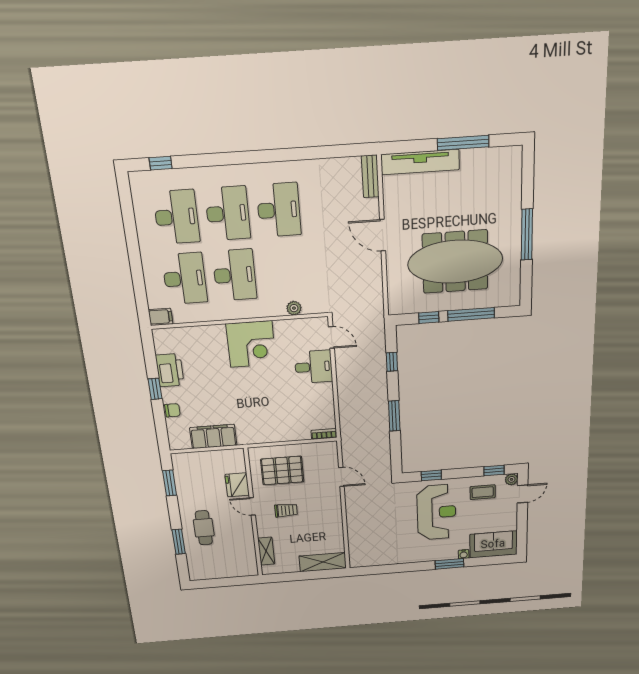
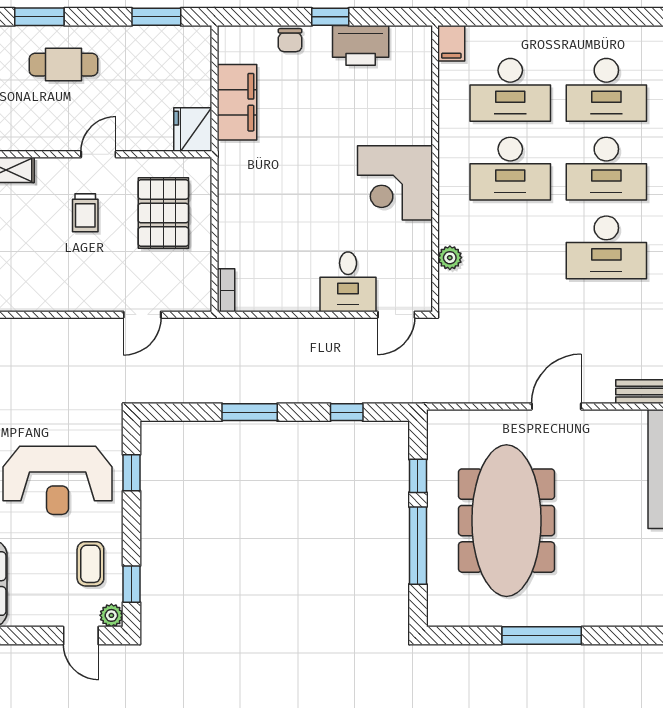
fridge: (237, 485) -> (193, 129), moved, turned -90

